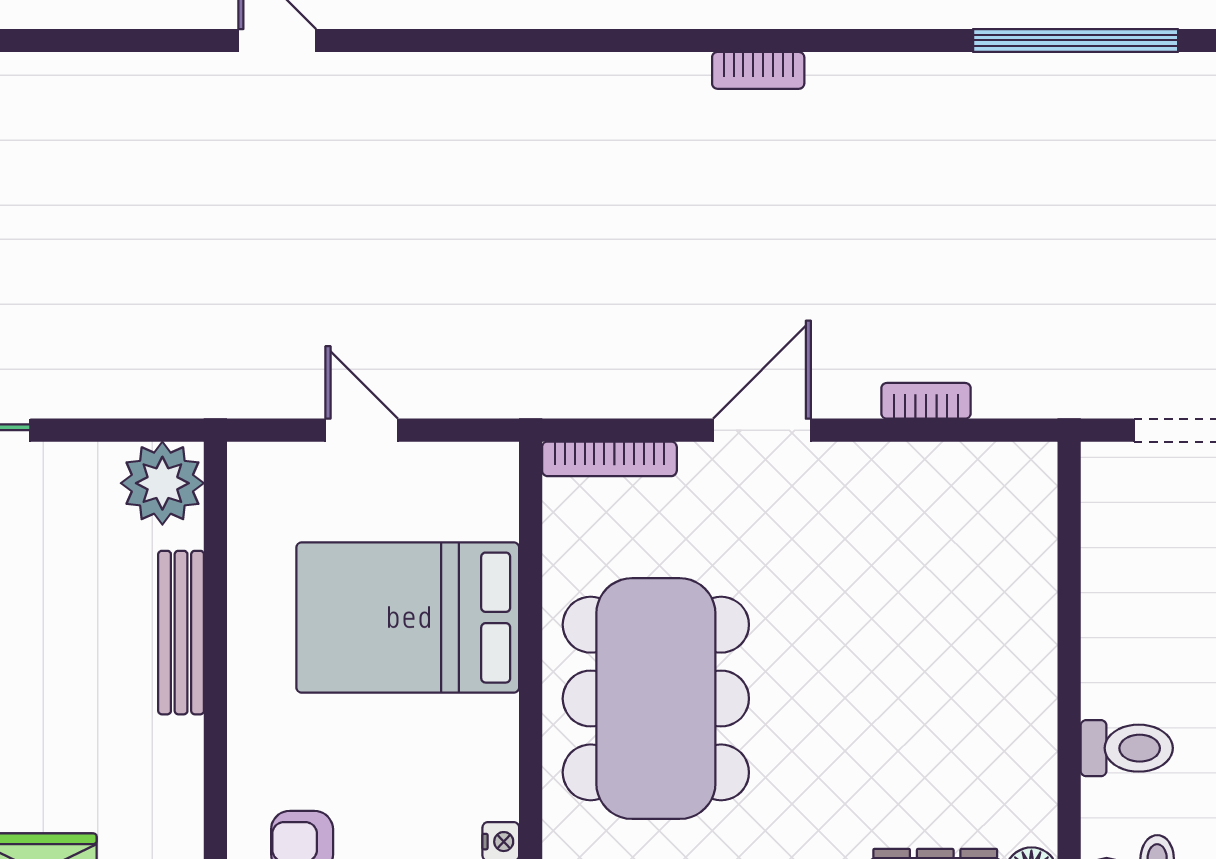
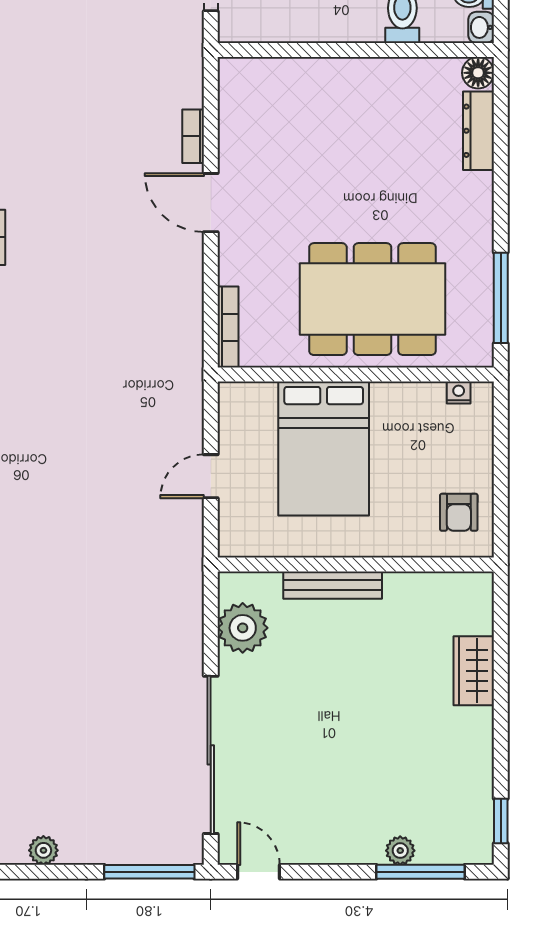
door: (762, 430) -> (211, 203), moved
plant: (162, 483) -> (243, 628), moved

